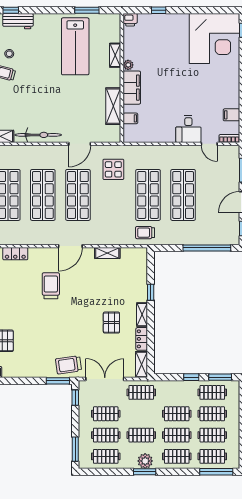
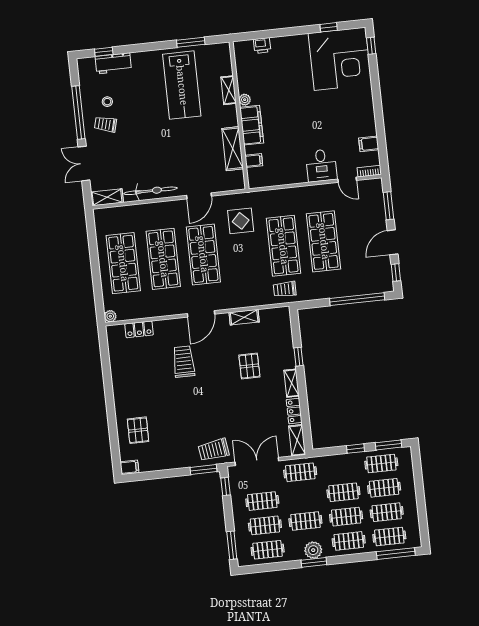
window: (159, 10) -> (329, 27), moved
printer: (130, 20) -> (262, 46), moved
pallet: (111, 323) -> (249, 366), moved

